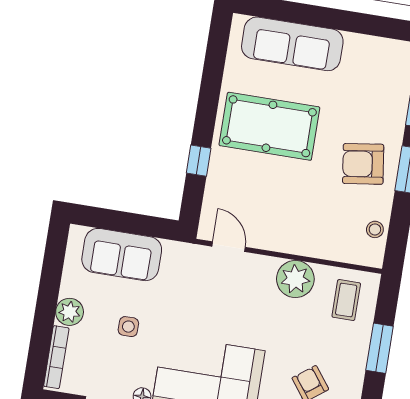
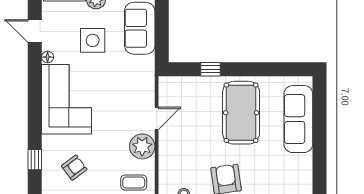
door: (229, 247) -> (157, 118), moved
side table: (128, 327) -> (93, 40), width x1.87, depth x1.87

